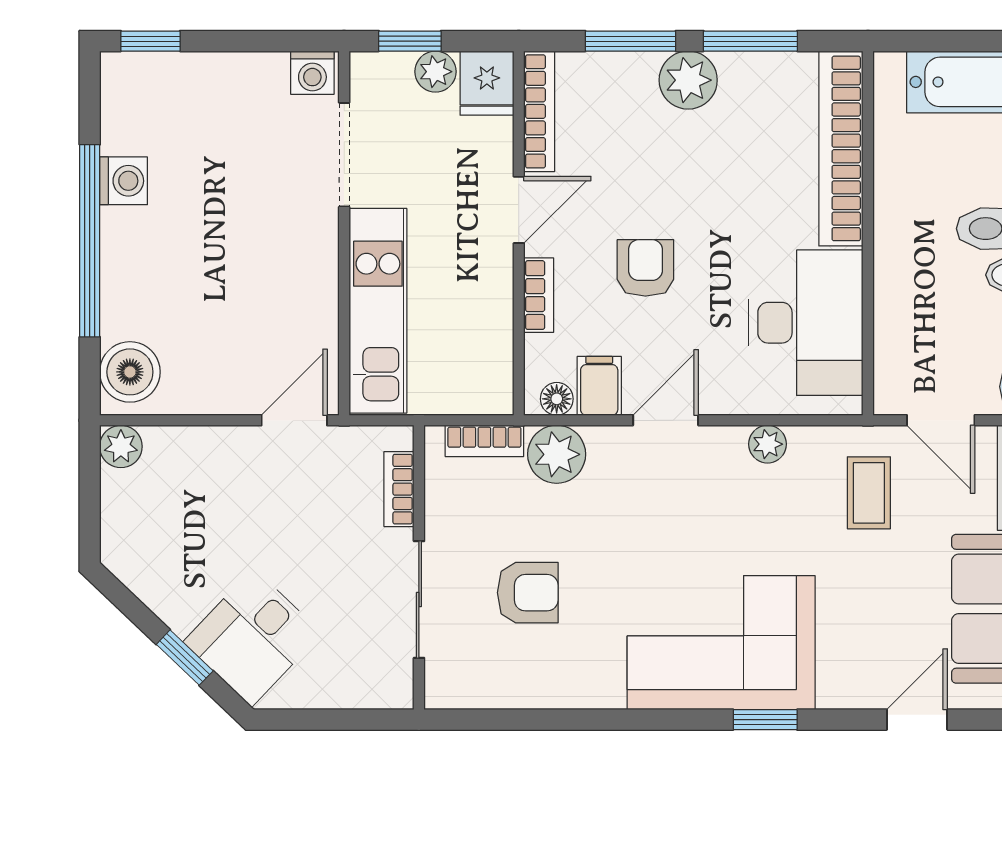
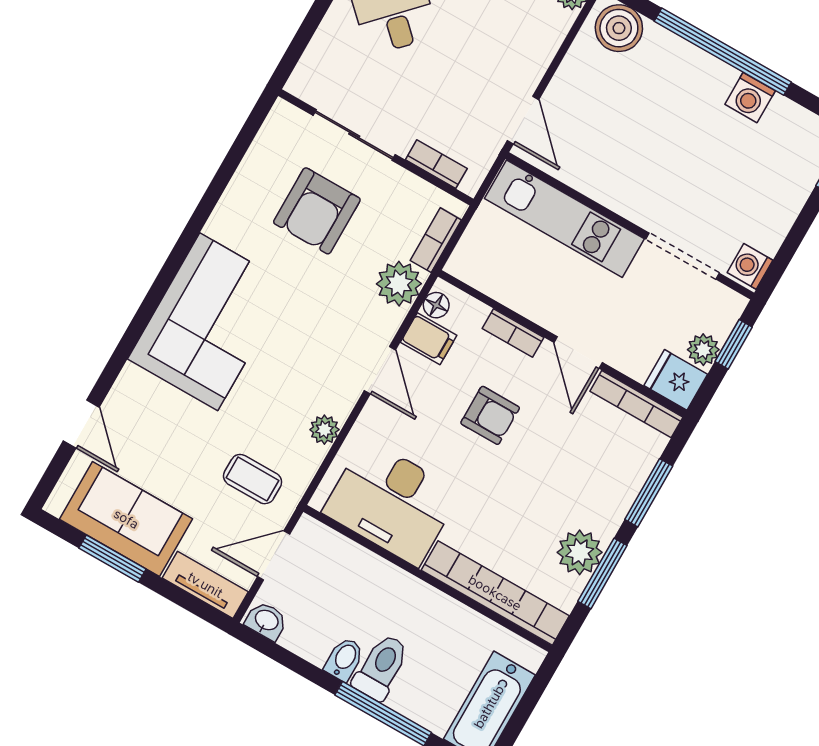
plant: (688, 80) -> (580, 552), moved
armchair: (528, 593) -> (317, 211), width x1.38, depth x1.38
window: (765, 720) -> (140, 322), removed

